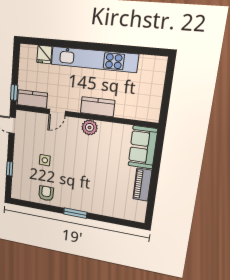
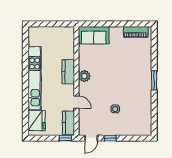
fridge: (44, 54) -> (37, 121), width x1.88, depth x1.34
window: (10, 169) -> (110, 138), moved
piano: (142, 185) -> (136, 32), moved
armchair: (46, 193) -> (142, 106), removed

